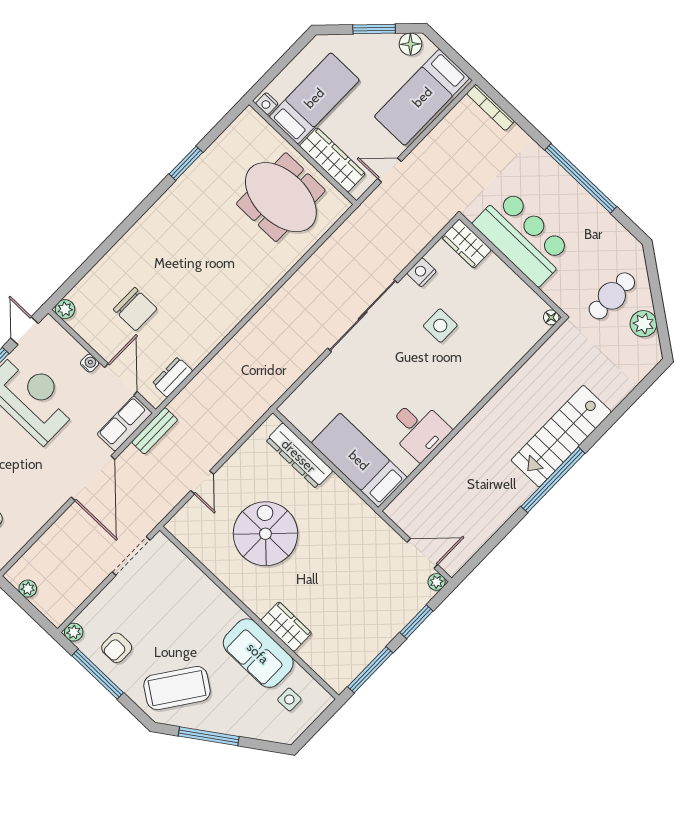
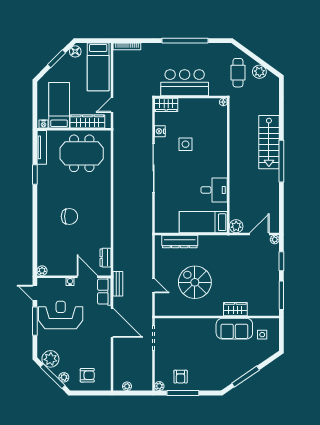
tv unit: (232, 134) -> (42, 147), added
chair: (135, 309) -> (69, 216), moved
plant: (400, 511) -> (236, 226), added
coffee table: (177, 688) -> (217, 370), removed

